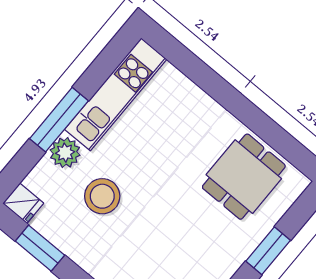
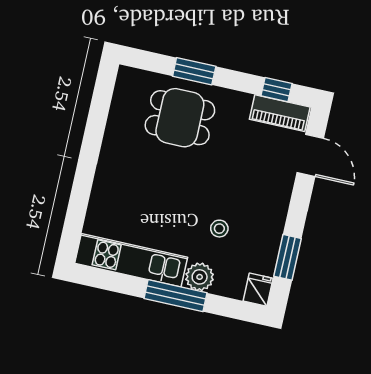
dining table: (244, 177) -> (180, 118), moved
stool: (102, 196) -> (219, 229), width x0.53, depth x0.53

